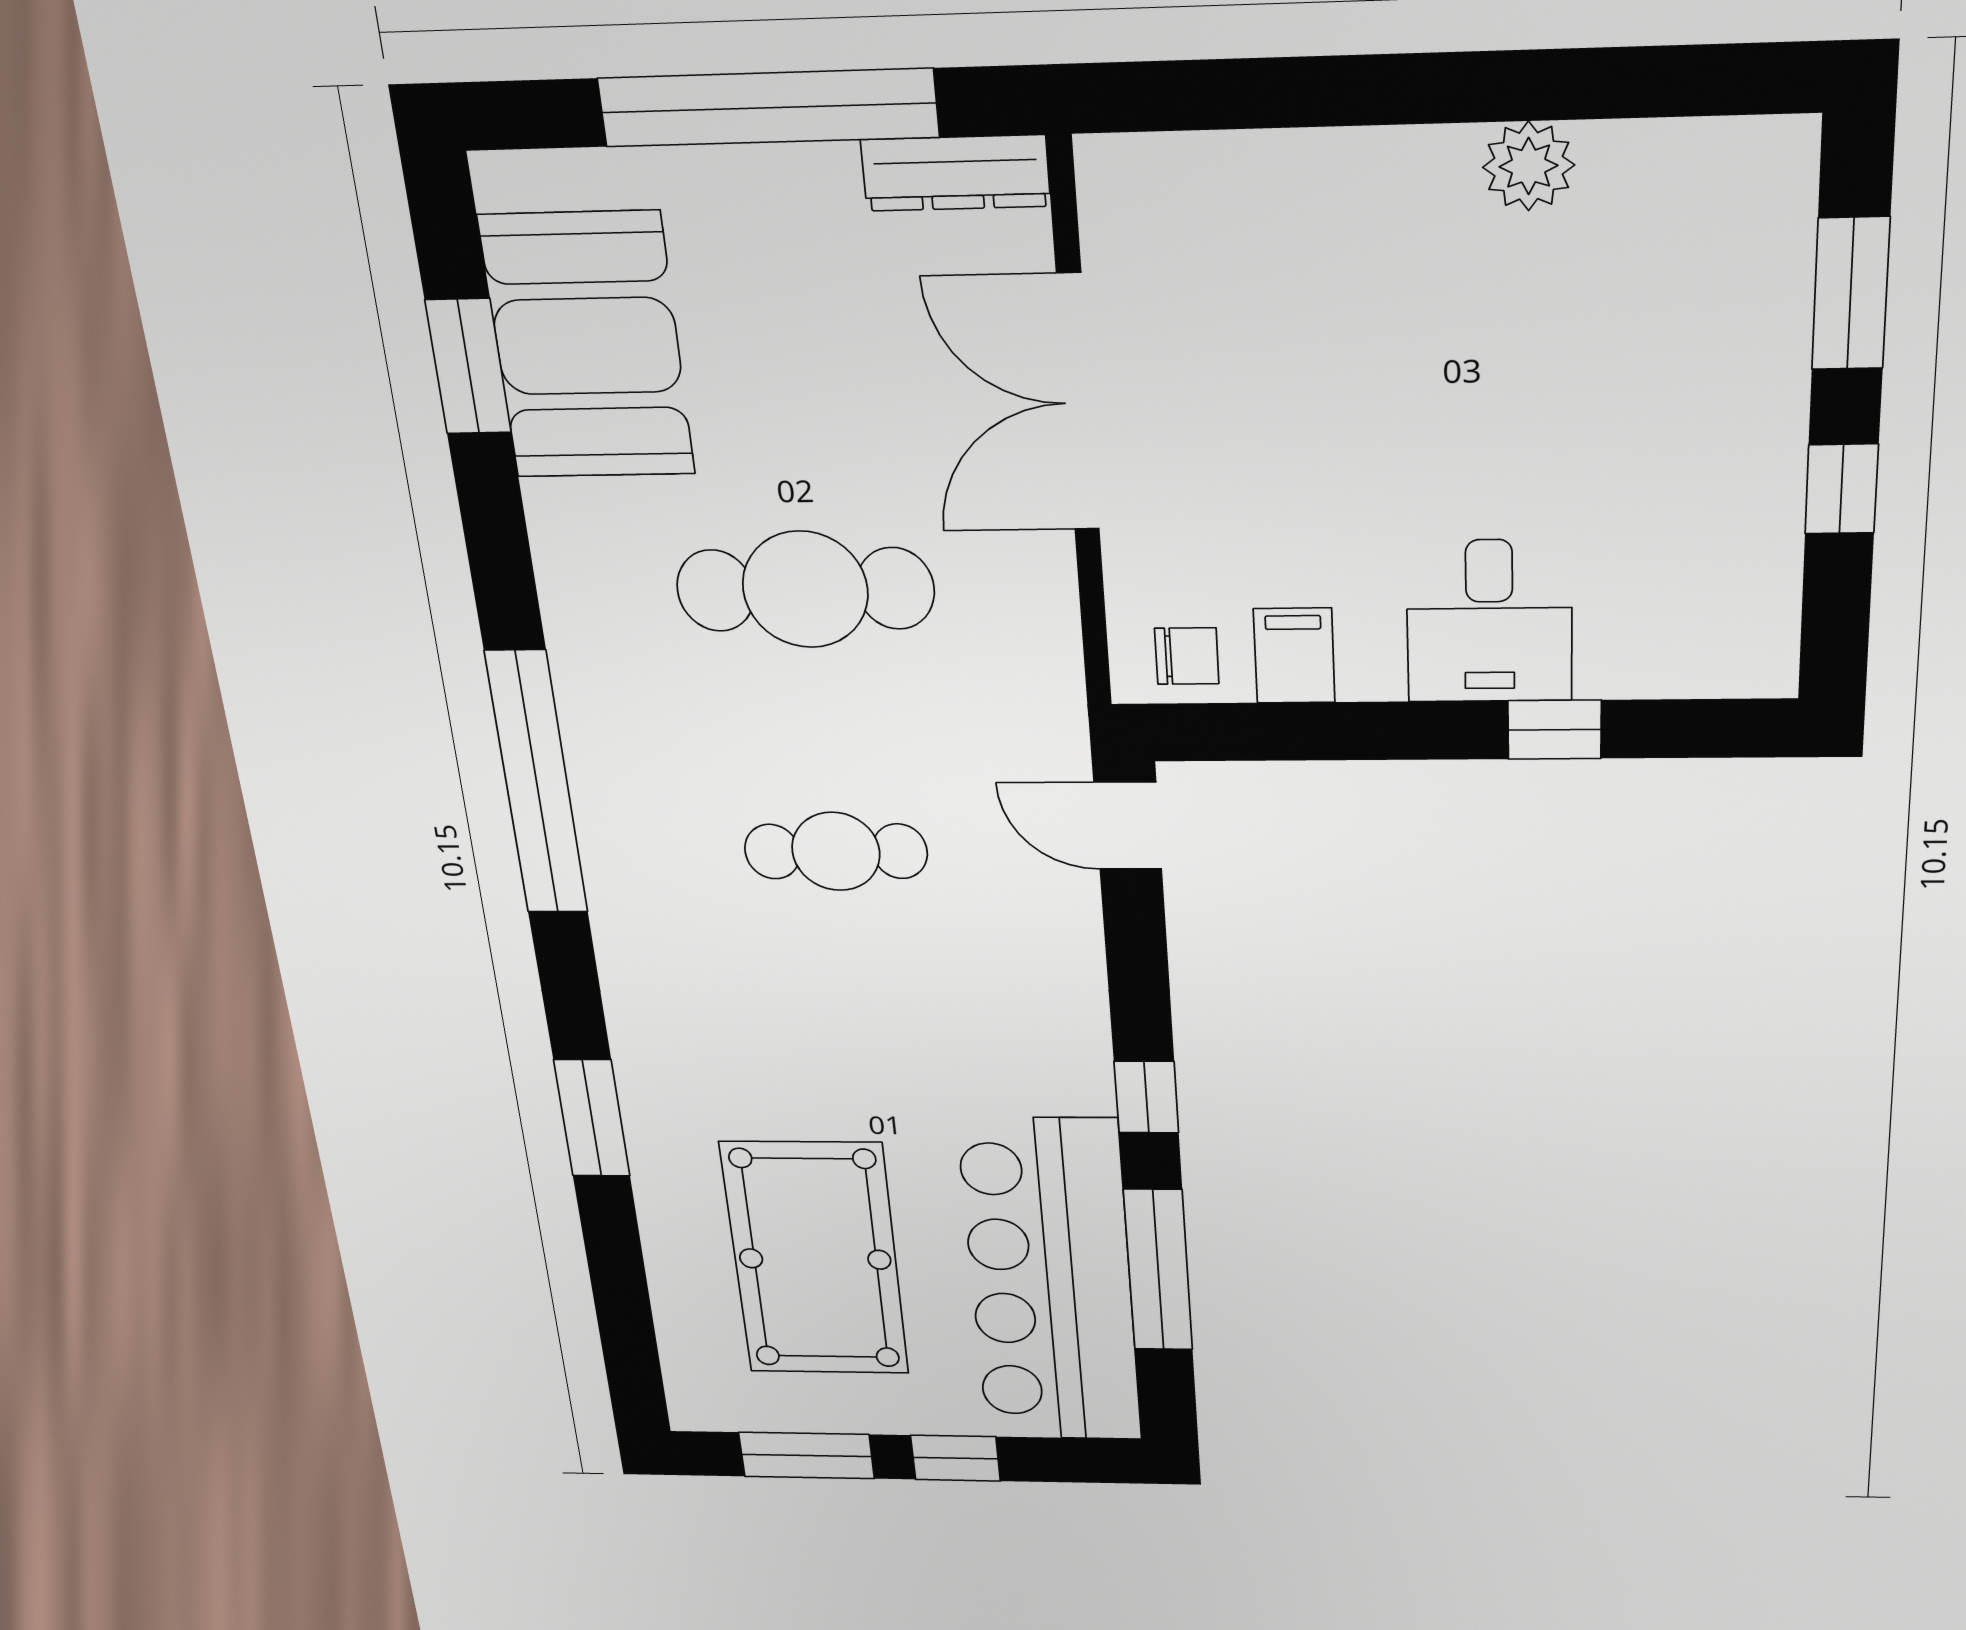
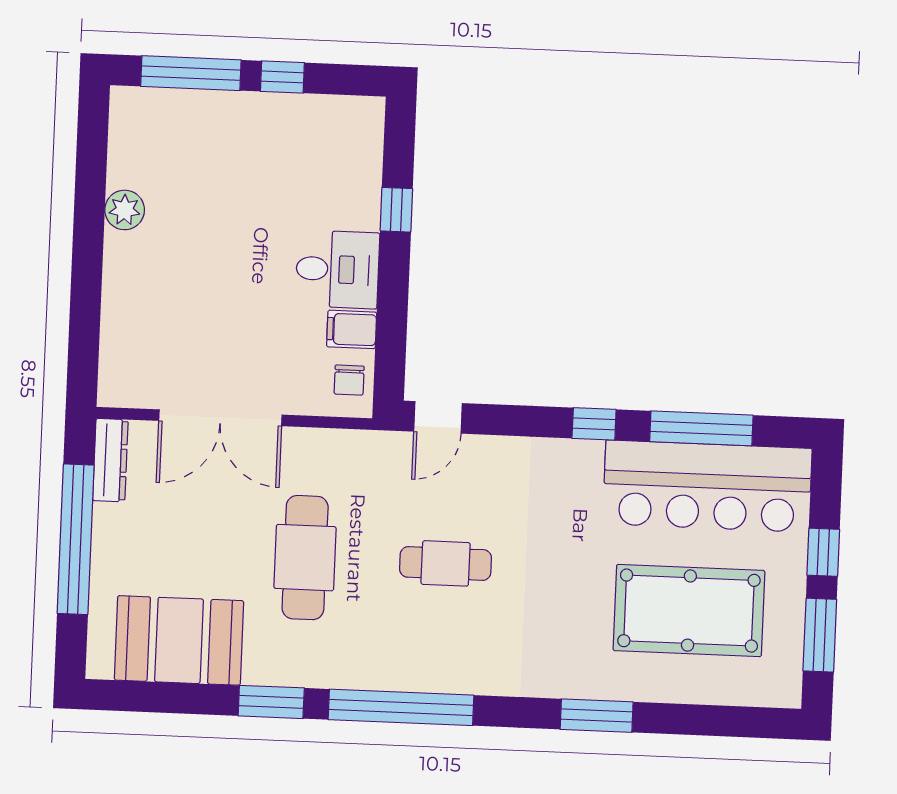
window: (1851, 294) -> (191, 73), width x1.44
window: (468, 367) -> (271, 702), moved
desk: (1489, 621) -> (337, 269), moved
chair: (1187, 656) -> (349, 380), turned 180
cafe table: (836, 851) -> (446, 563), turned 90

